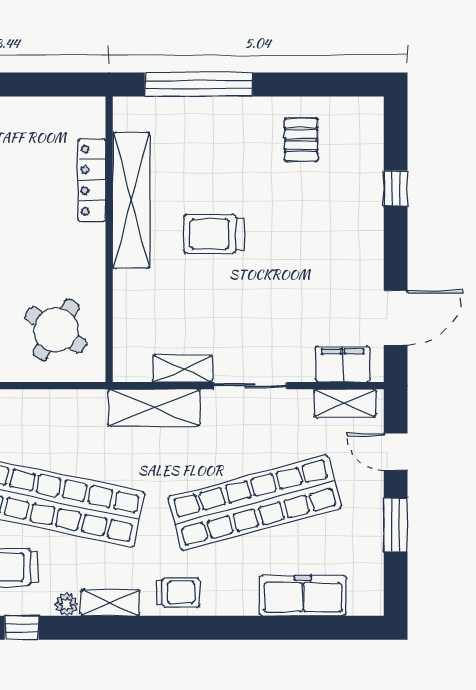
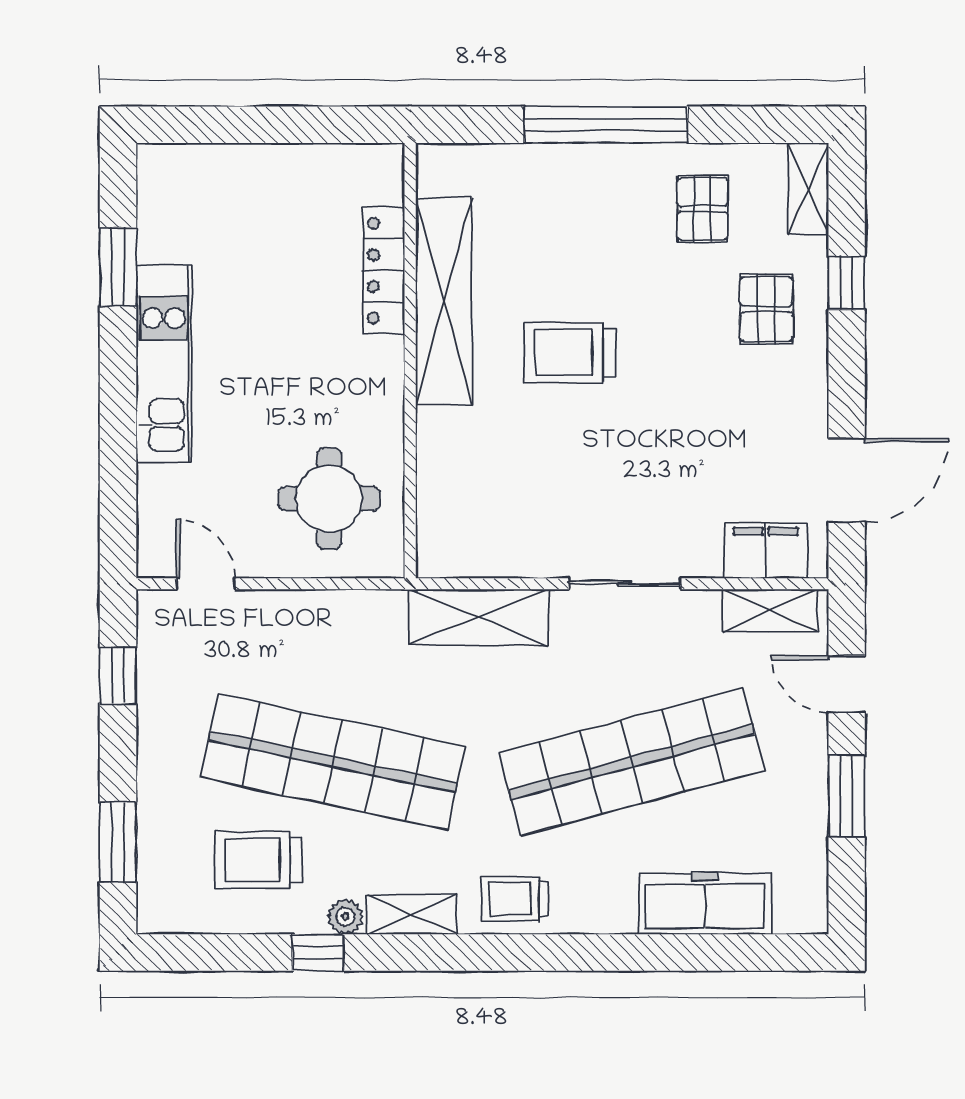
window: (199, 84) -> (606, 125), moved
pallet: (343, 205) -> (766, 309), added
round table: (56, 330) -> (329, 499), turned -33
shelving: (183, 369) -> (808, 189), moved, turned 90
trolley: (178, 593) -> (515, 899), turned 180
window: (22, 628) -> (318, 953), moved

